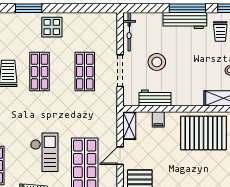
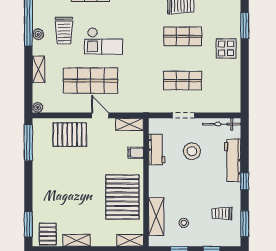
window: (187, 8) -> (245, 181), width x0.46
workbench: (185, 20) -> (233, 160), moved
doorway: (120, 71) -> (183, 115), width x0.73

